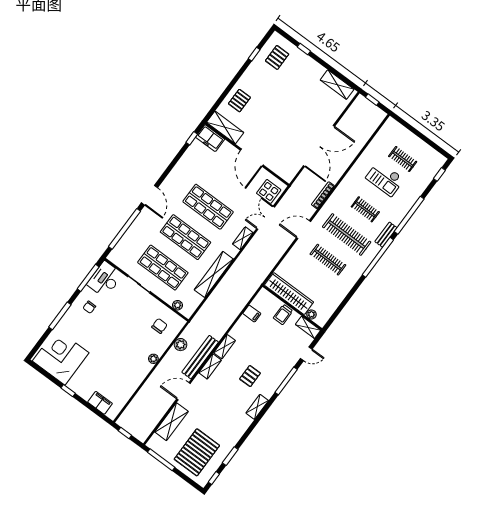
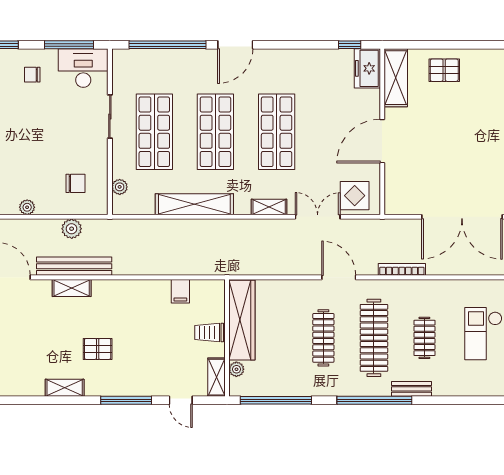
window: (409, 215) -> (276, 400), moved
shelving: (224, 347) -> (111, 288), removed

